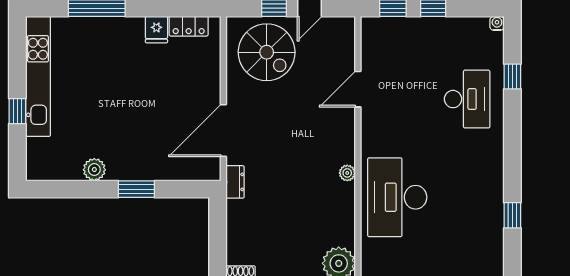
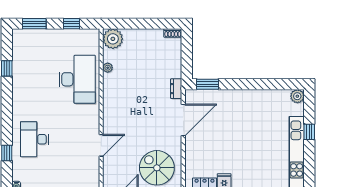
plant: (94, 170) -> (297, 96), moved
plant: (347, 173) -> (108, 68), moved
window: (136, 189) -> (207, 84), moved

